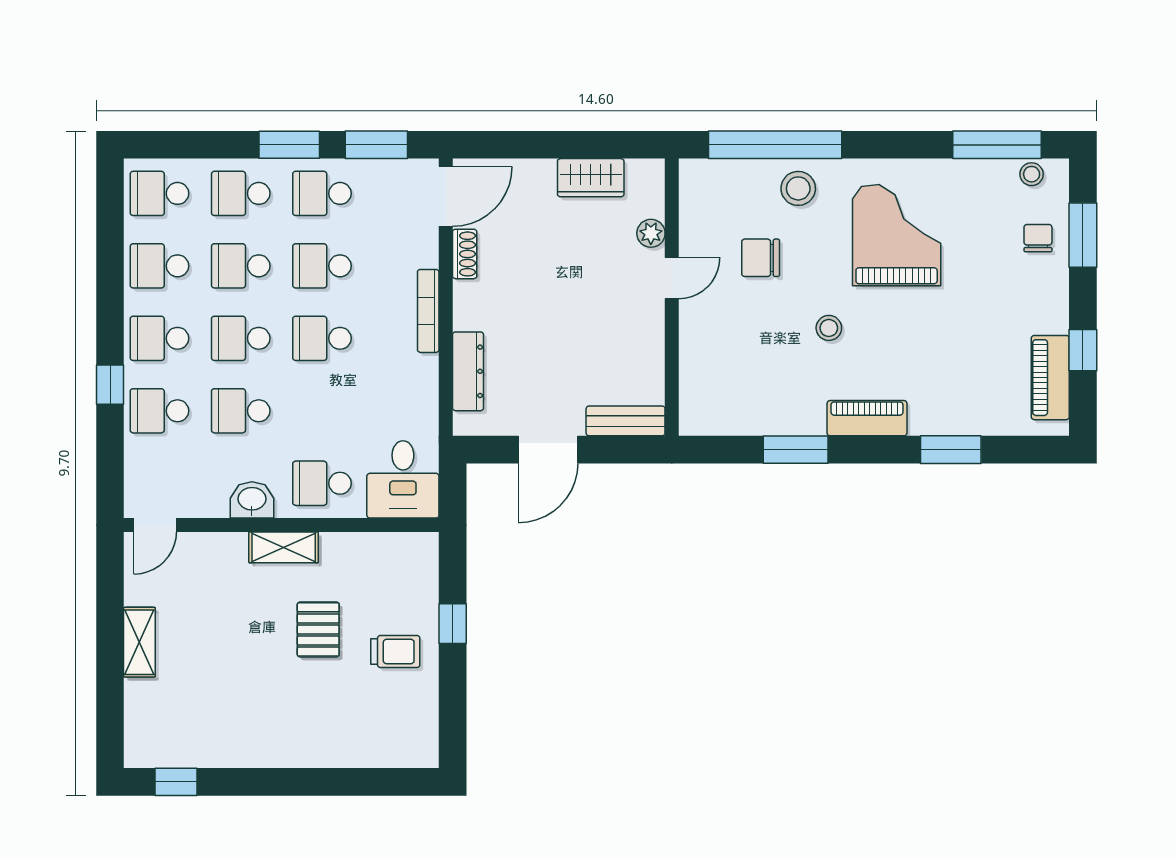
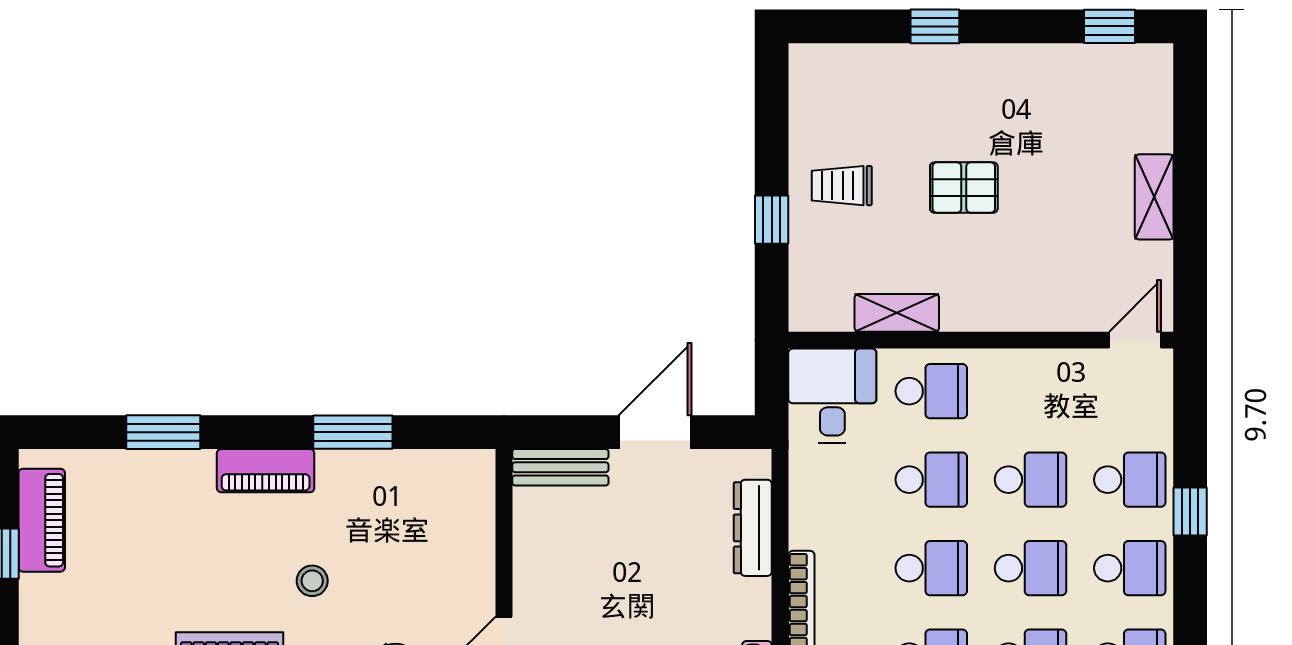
school desk: (322, 411) -> (931, 480), added
washbasin: (252, 500) -> (1017, 371), removed
shelving: (284, 547) -> (897, 313), moved
pallet: (318, 629) -> (964, 188), moved, turned 90
window: (319, 782) -> (935, 26), added

